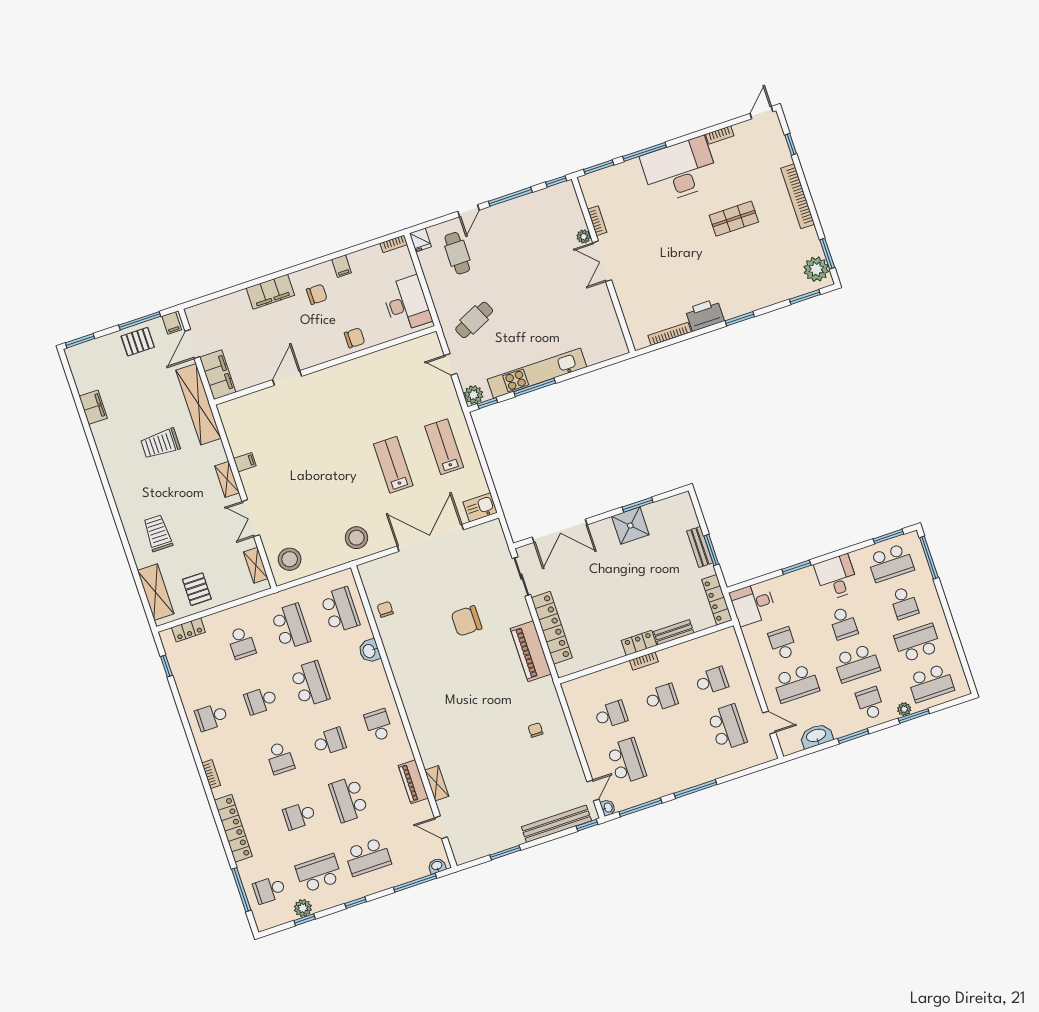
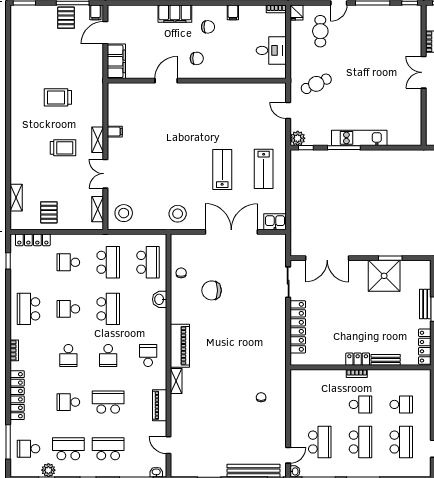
plant: (584, 237) -> (416, 50), removed
desk: (407, 304) -> (271, 50), width x0.73
chair: (355, 338) -> (197, 58), moved
pallet: (138, 342) -> (66, 18), turned 90
kitchen unit: (537, 373) -> (359, 138), width x0.73
shelving: (198, 404) -> (95, 78), removed
filing cabinet: (93, 407) -> (18, 55), removed
lab bench: (444, 447) -> (264, 169), turned 180
shower: (630, 526) -> (384, 276), width x1.37, depth x1.37
trolley: (158, 533) -> (63, 148), moved, turned 90
shelving: (156, 592) -> (16, 198), width x0.67, depth x0.75
chair: (466, 621) -> (212, 290), moved
locker: (188, 630) -> (33, 240), width x1.53
school desk: (242, 643) -> (68, 262), turned 90
piano: (531, 651) -> (180, 346), moved, turned 180
school desk: (611, 715) -> (361, 442), moved, width x1.85
school desk: (212, 717) -> (28, 309), width x1.85
school desk: (329, 742) -> (108, 356), turned 90
shelving: (437, 783) -> (176, 381), moved
school desk: (349, 799) -> (108, 402), turned 90
school desk: (368, 857) -> (108, 449), turned 180

